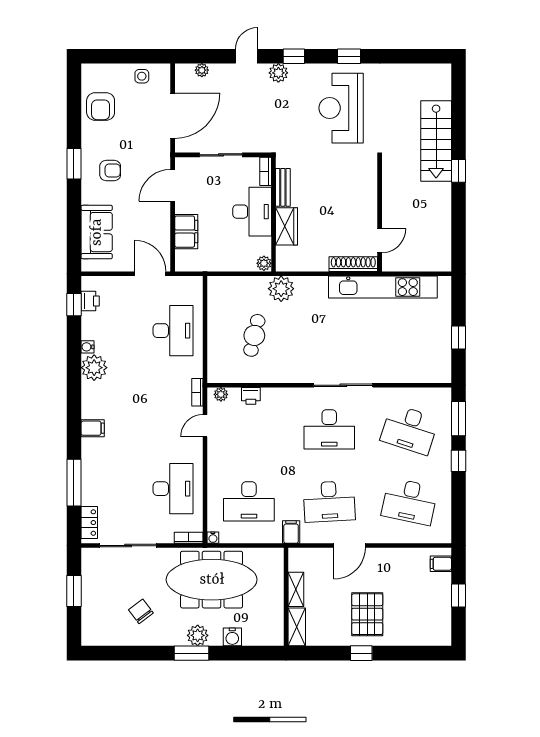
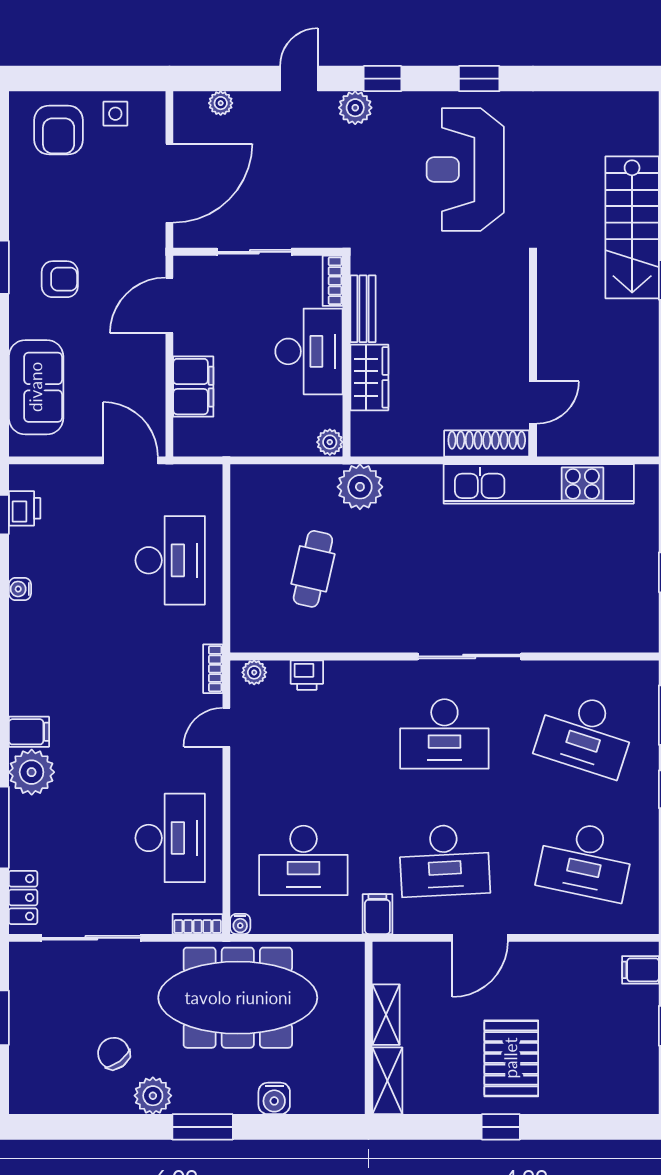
armchair: (101, 106) -> (59, 130), moved
plant: (94, 368) -> (32, 772), moved
plant: (198, 635) -> (153, 1096), moved

